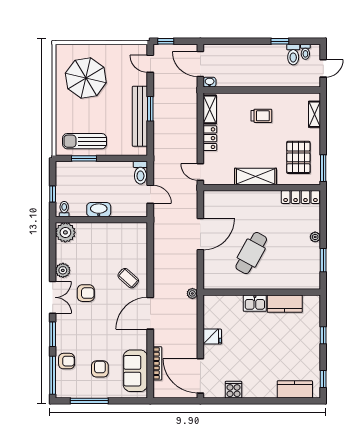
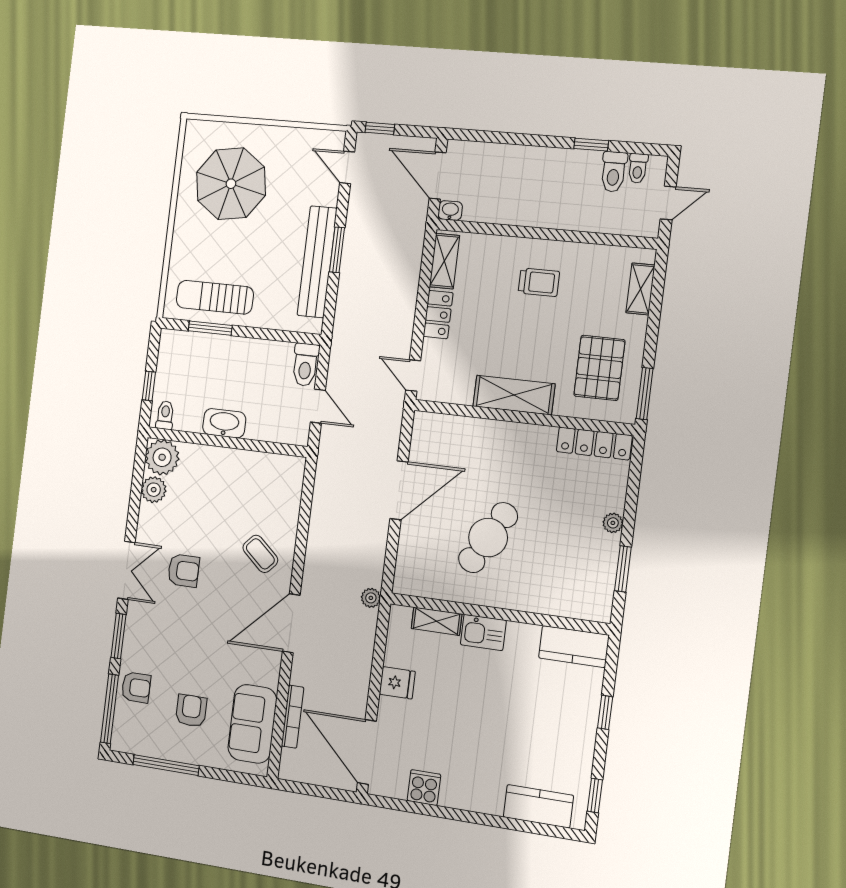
plant: (63, 270) -> (154, 490), moved
shelving: (229, 301) -> (437, 621), added
kitchen counter: (285, 304) -> (574, 646), moved

